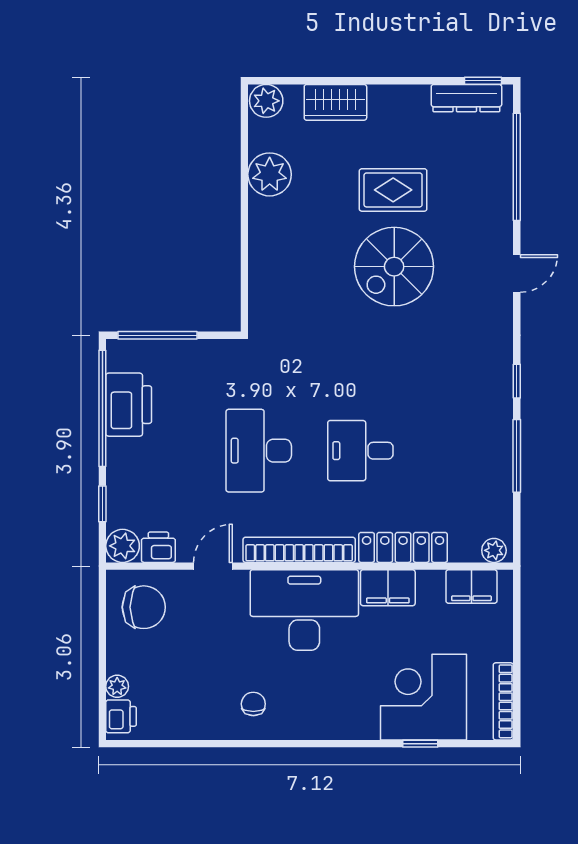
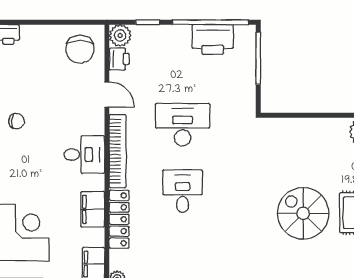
desk: (304, 610) -> (84, 155), width x0.53, depth x0.77
plant: (117, 686) -> (28, 32), removed

